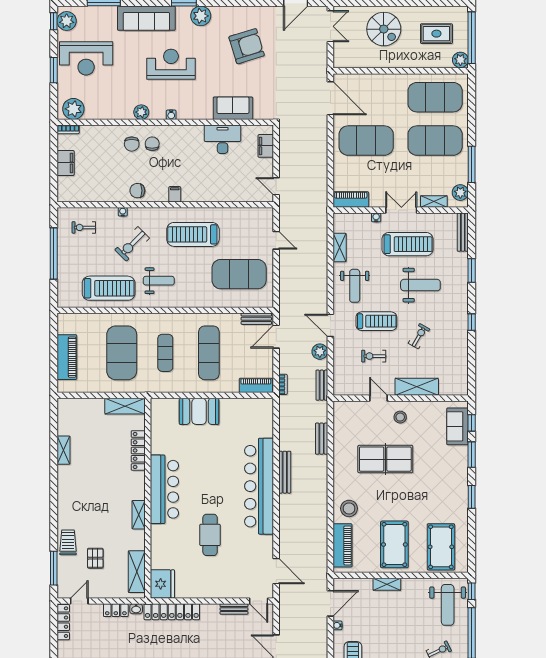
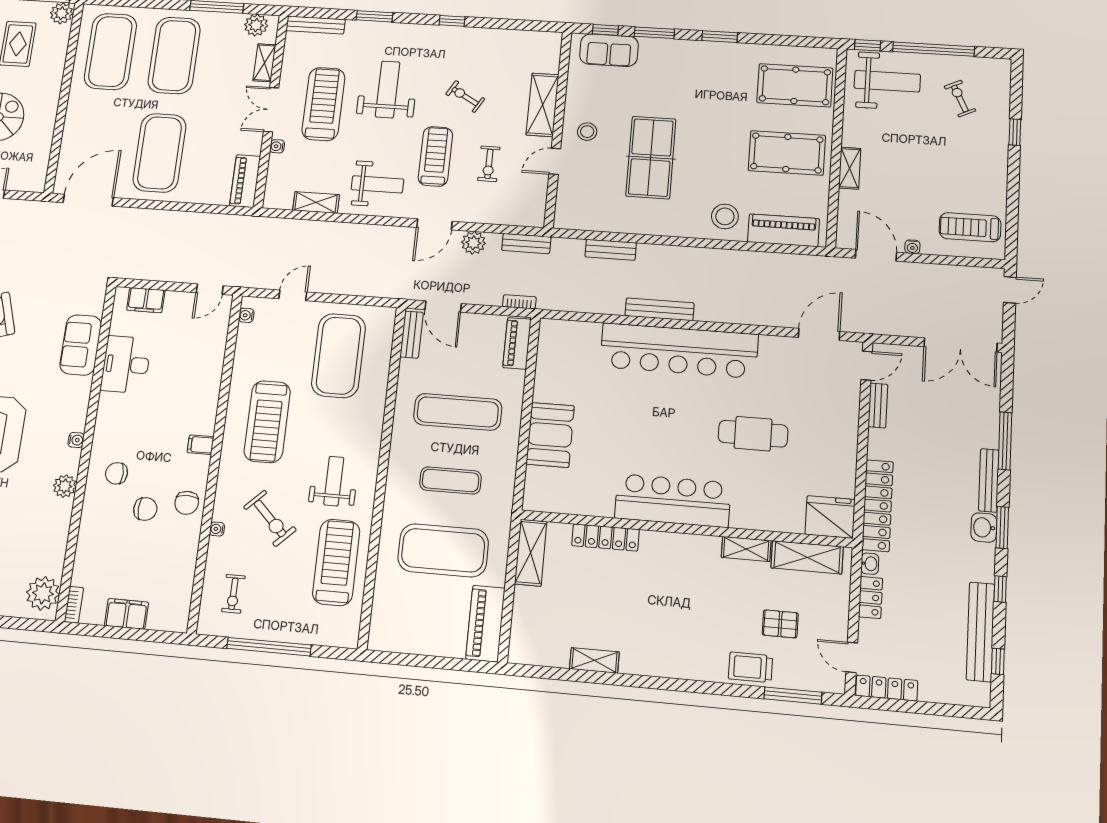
chair: (132, 144) -> (145, 509), moved
water cooler: (261, 212) -> (246, 315), added
piano: (67, 357) -> (485, 623), moved, turned -90
shelving: (139, 515) -> (746, 549), moved

